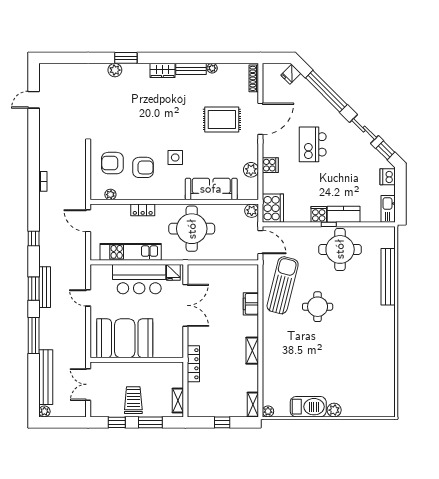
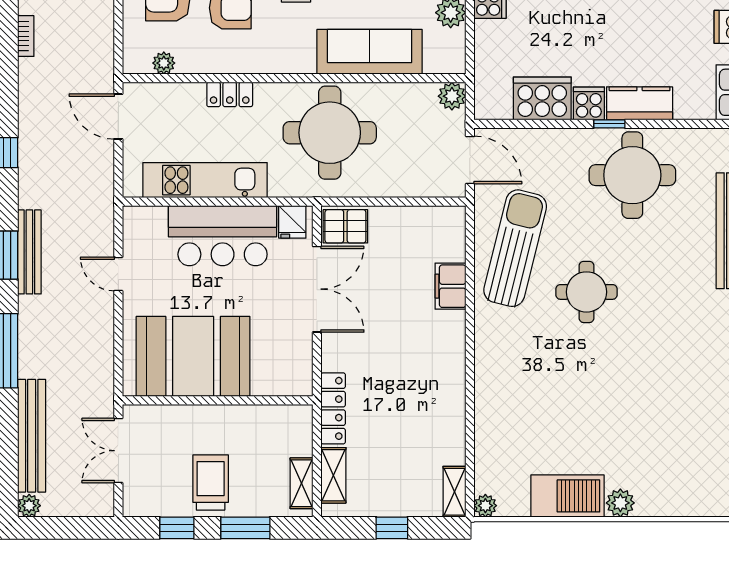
cooker: (273, 208) -> (542, 98), moved, turned -90
pallet: (199, 275) -> (345, 226), added
shelving: (252, 351) -> (333, 475), moved

